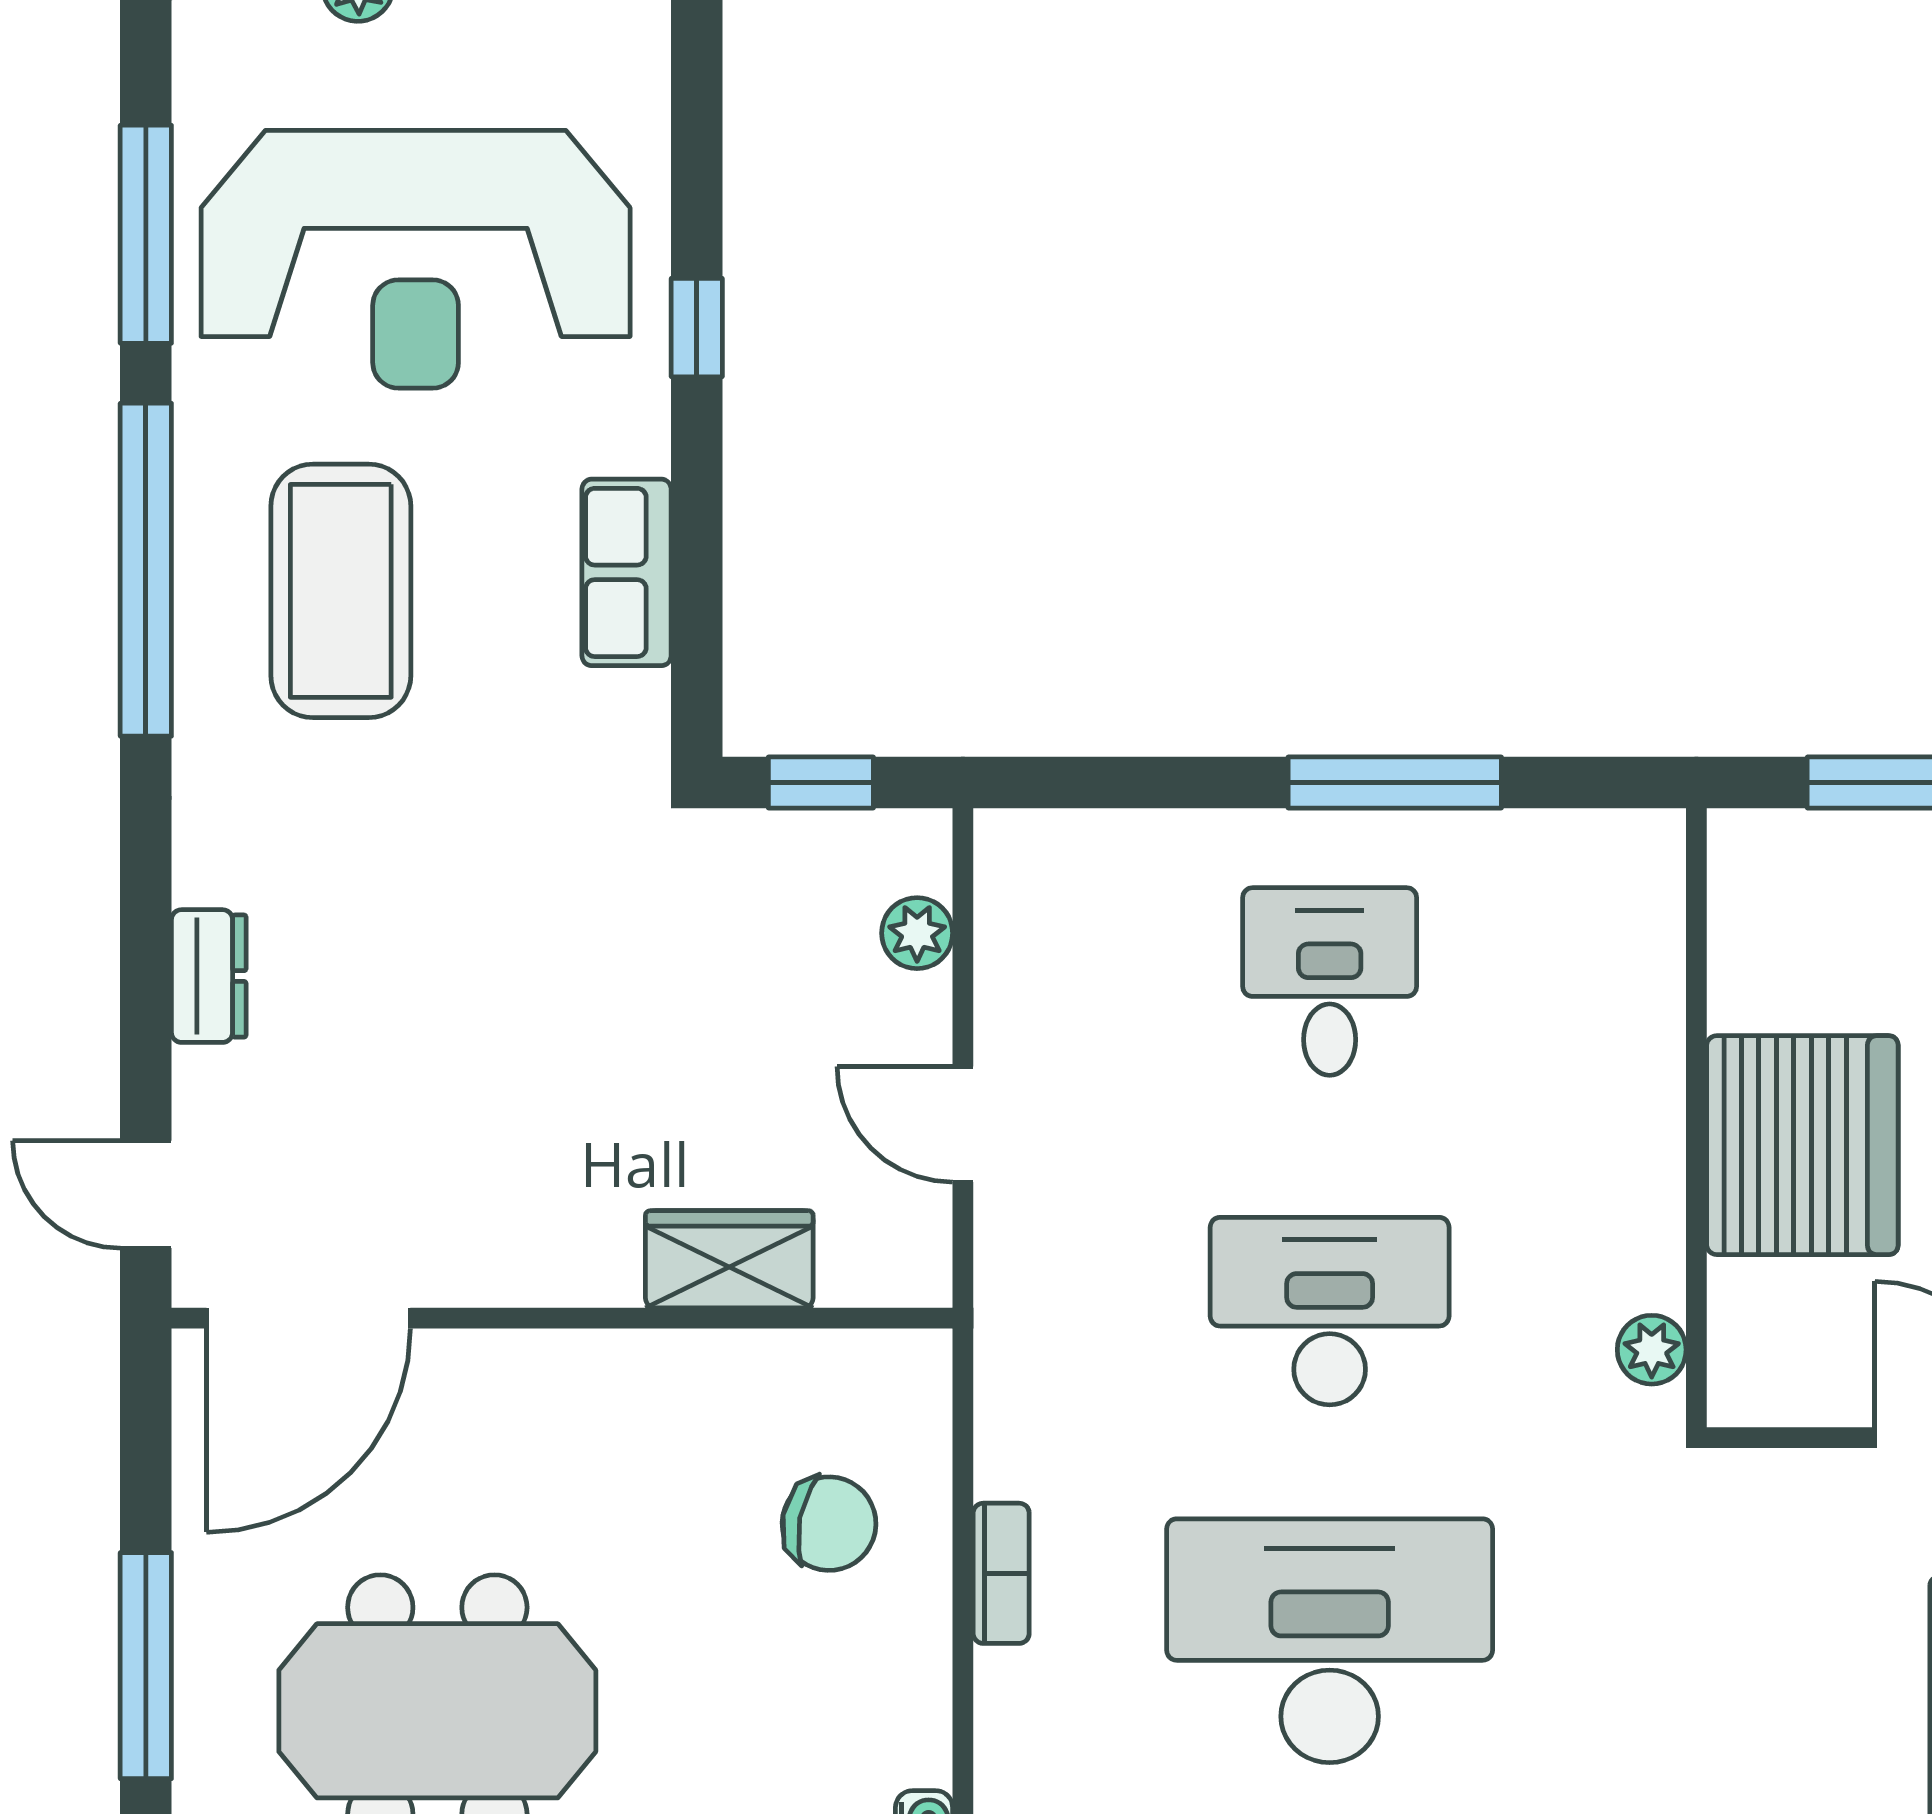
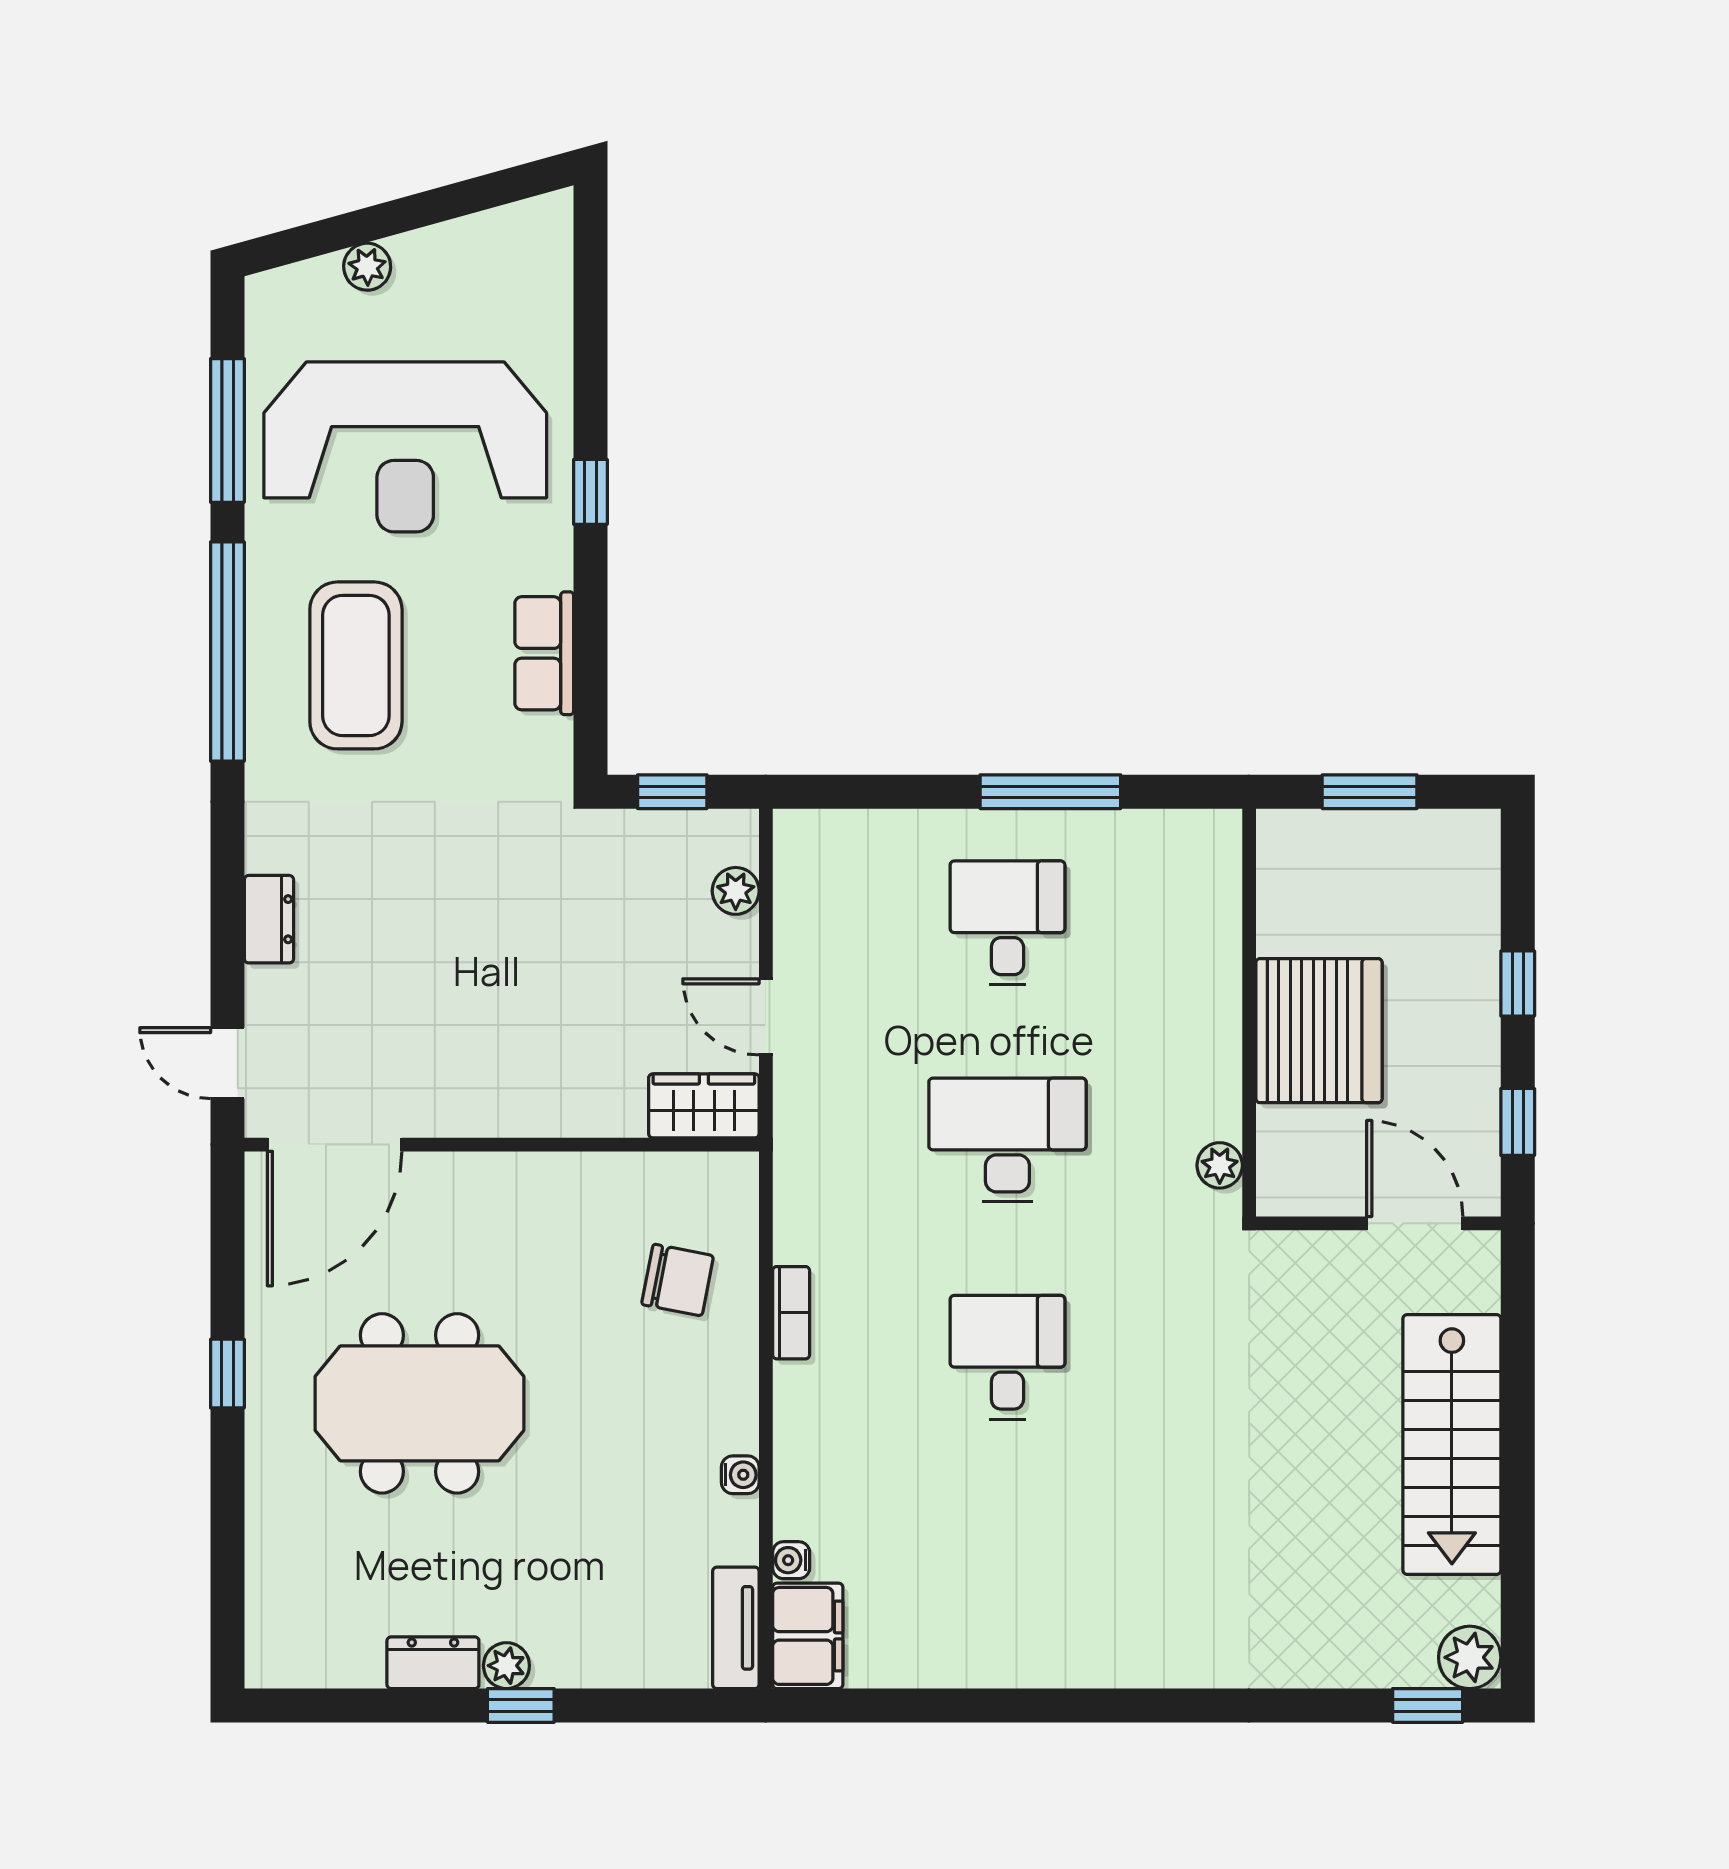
wardrobe: (729, 1259) -> (704, 1106), moved
desk: (1330, 1641) -> (1007, 1357), width x0.53, depth x0.77
window: (146, 1666) -> (227, 1374), width x0.46

